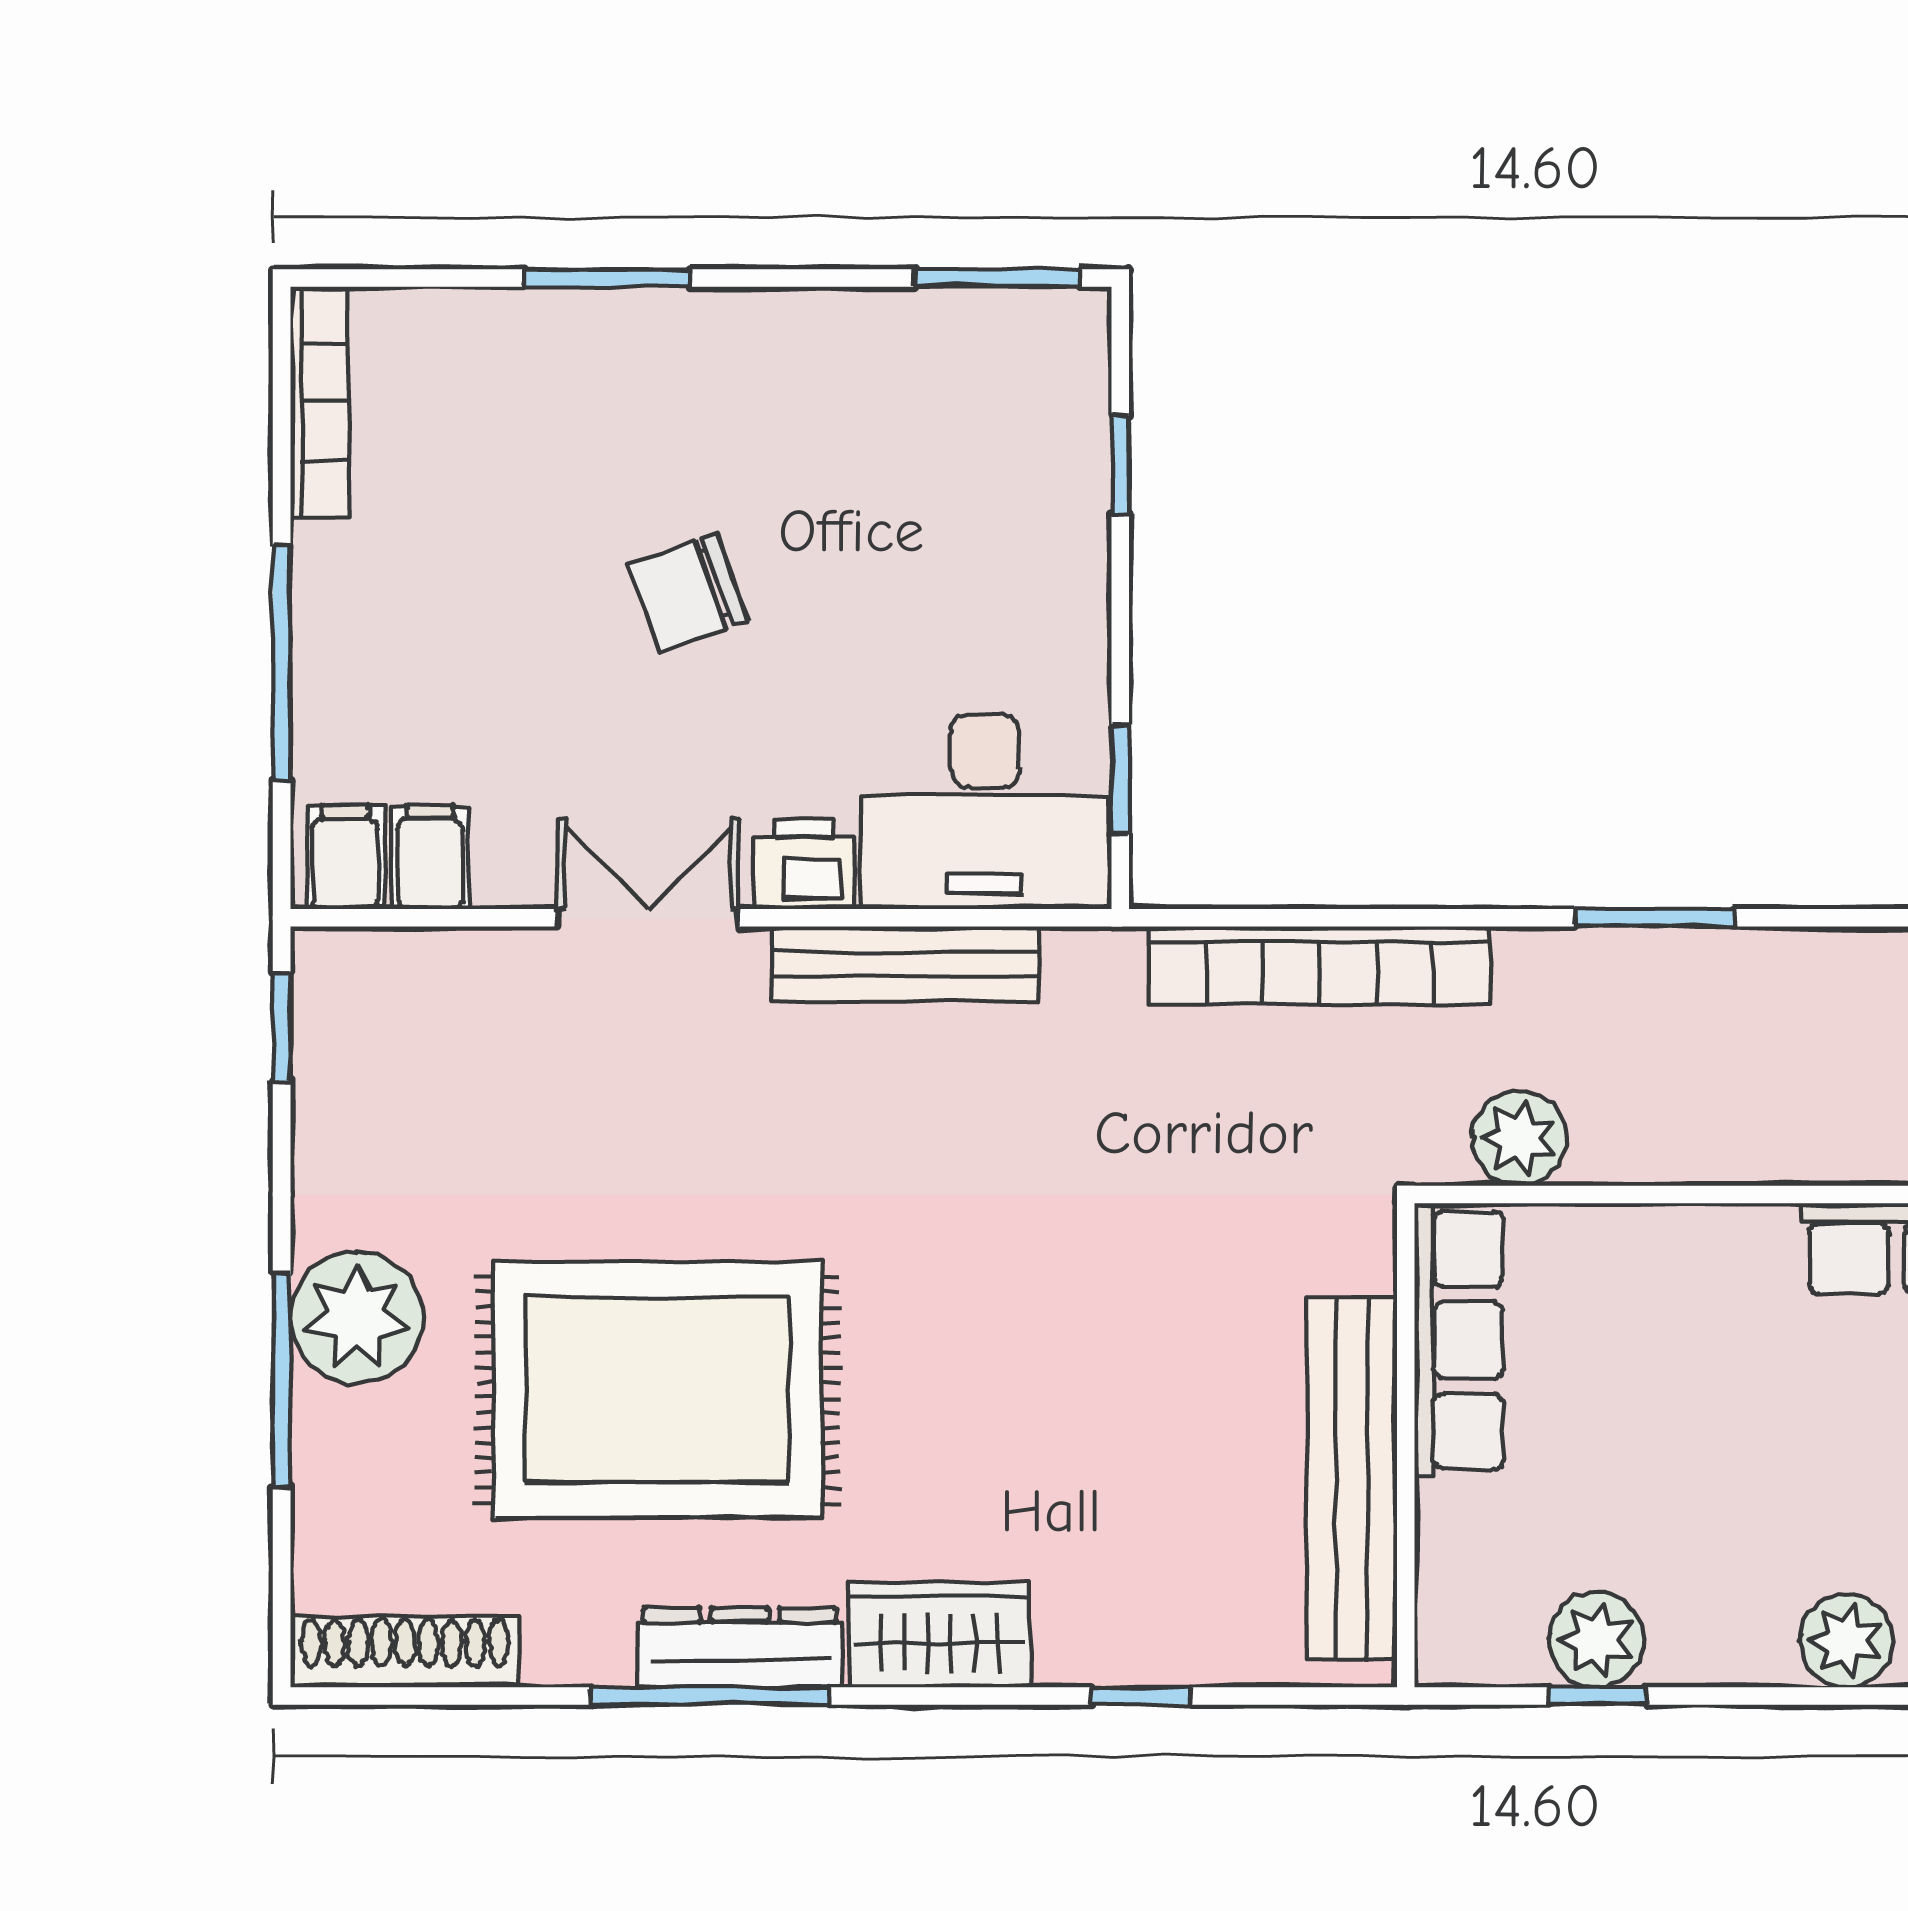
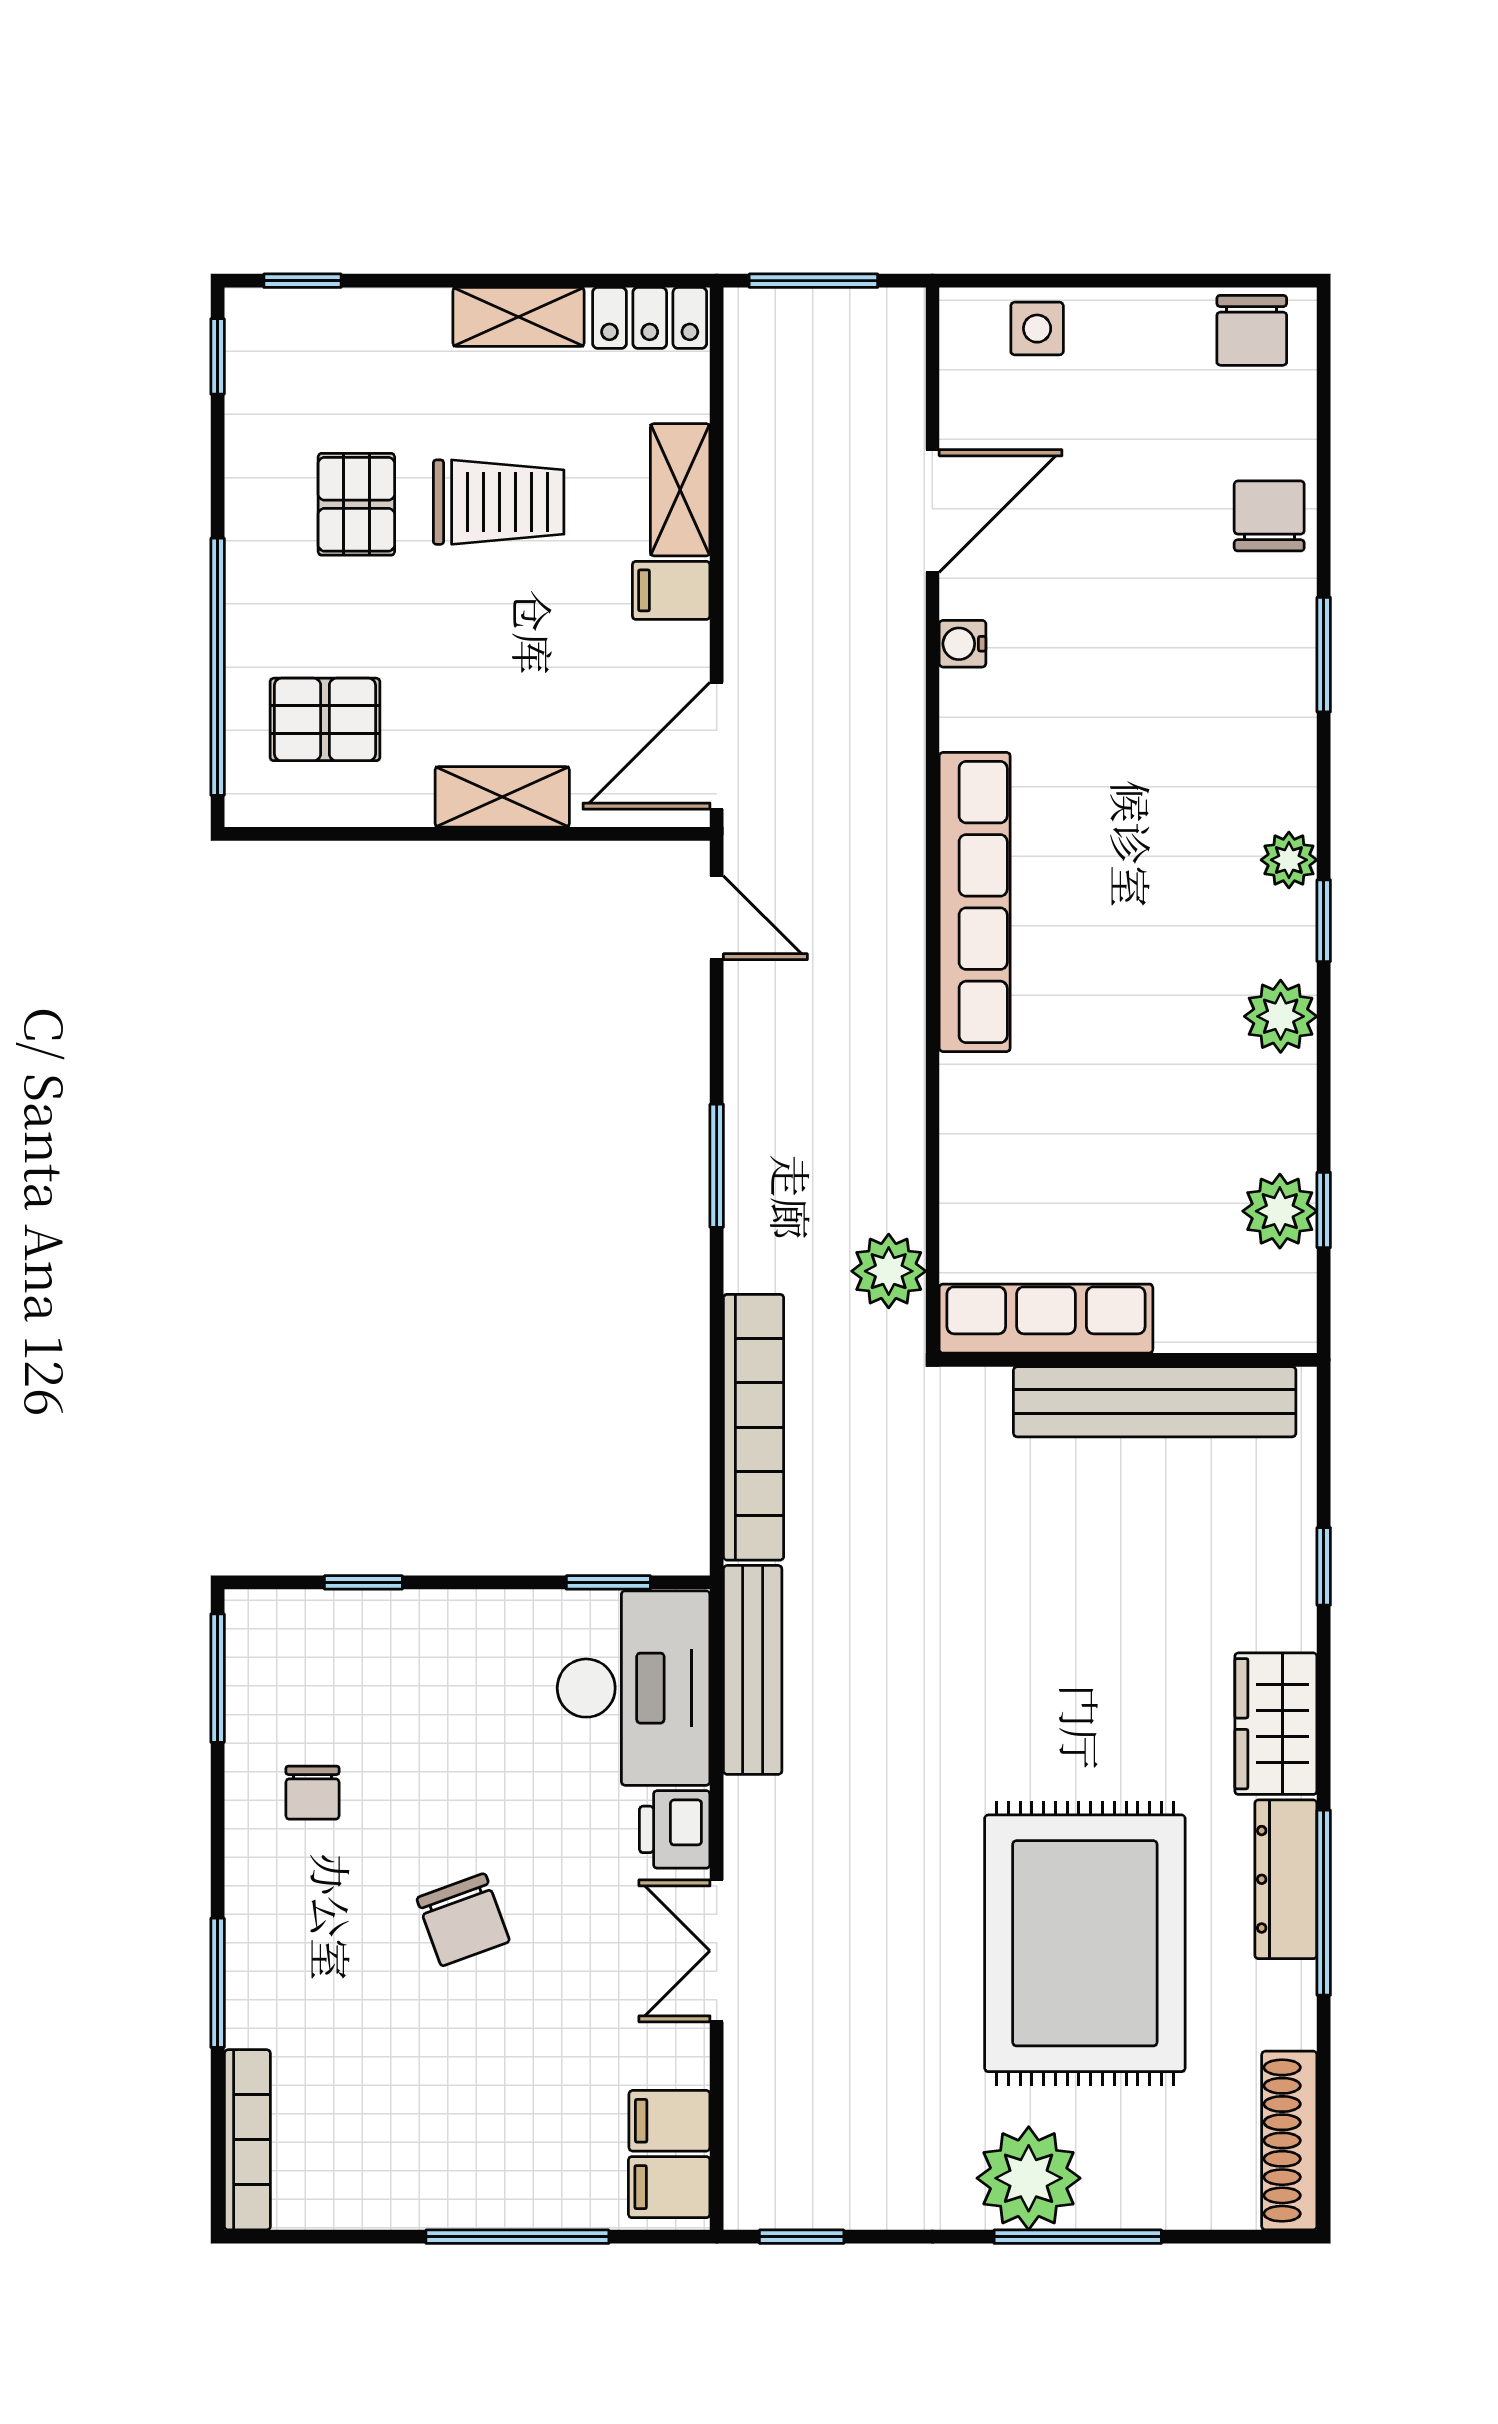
chair: (851, 400) -> (312, 1793), added
bookcase: (320, 402) -> (247, 2140), moved, turned 90
bench: (905, 964) -> (753, 1670), moved

